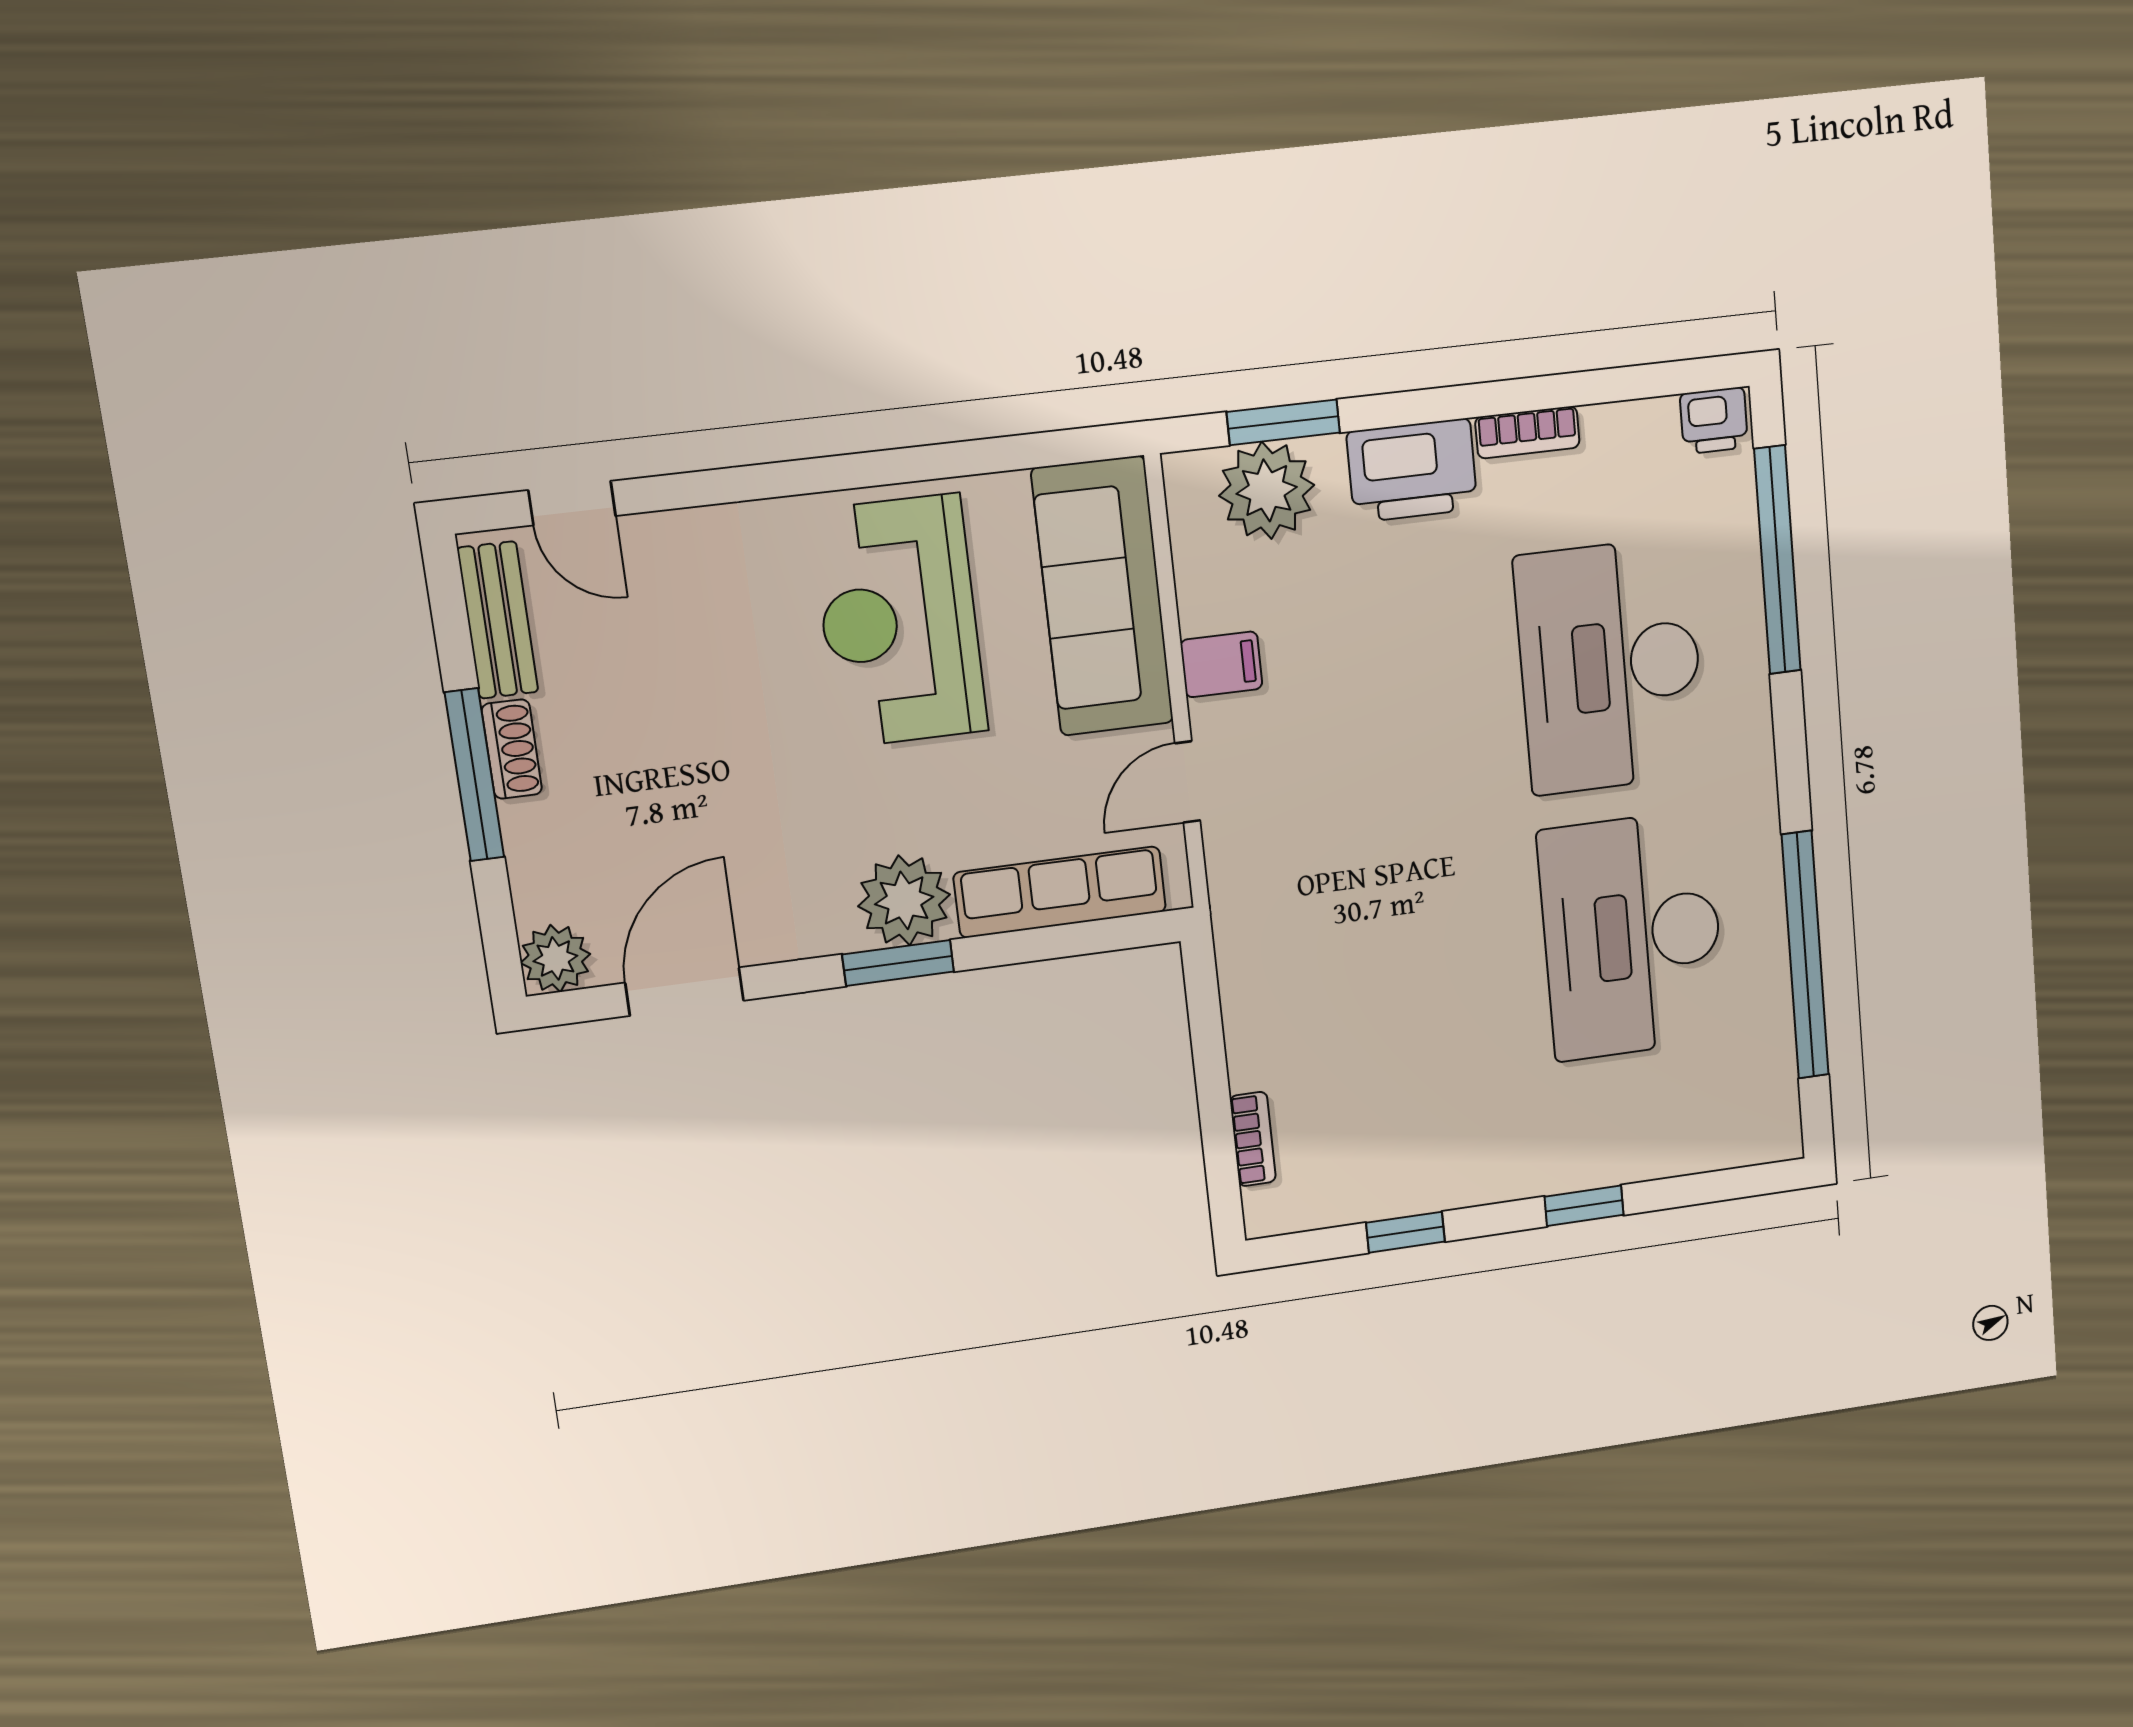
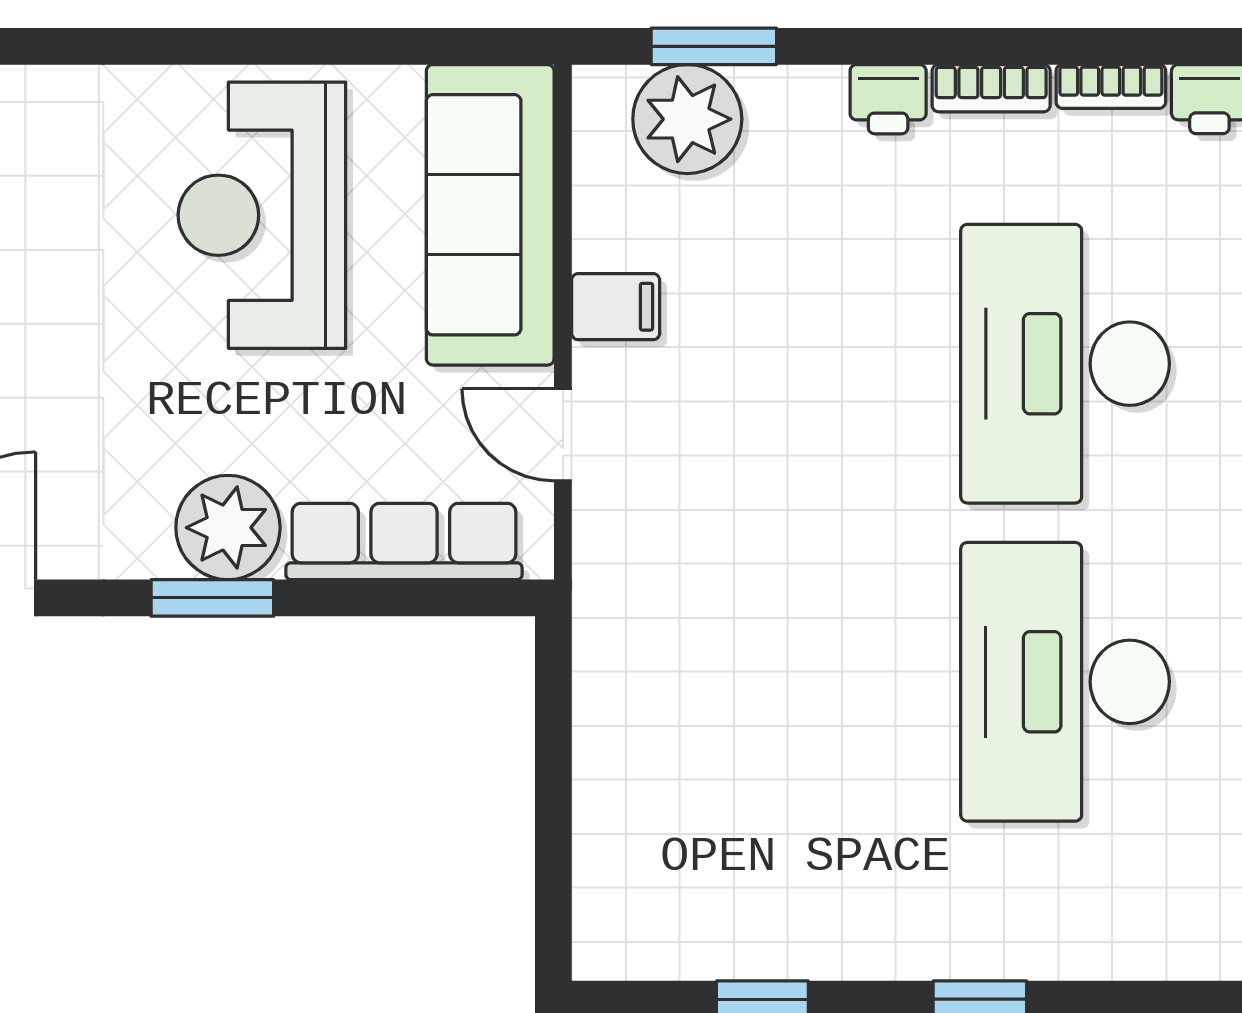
printer: (1412, 471) -> (888, 99), width x0.53, depth x0.68
door: (1188, 782) -> (563, 435), hinge flipped
bookcase: (1253, 1139) -> (1111, 86), moved, turned 90

